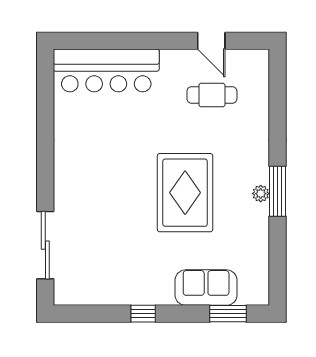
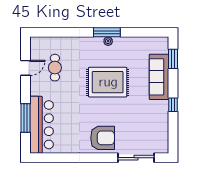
window: (119, 41) -> (26, 118), added
armchair: (82, 183) -> (103, 138), added
sofa: (206, 288) -> (159, 77), width x1.36

